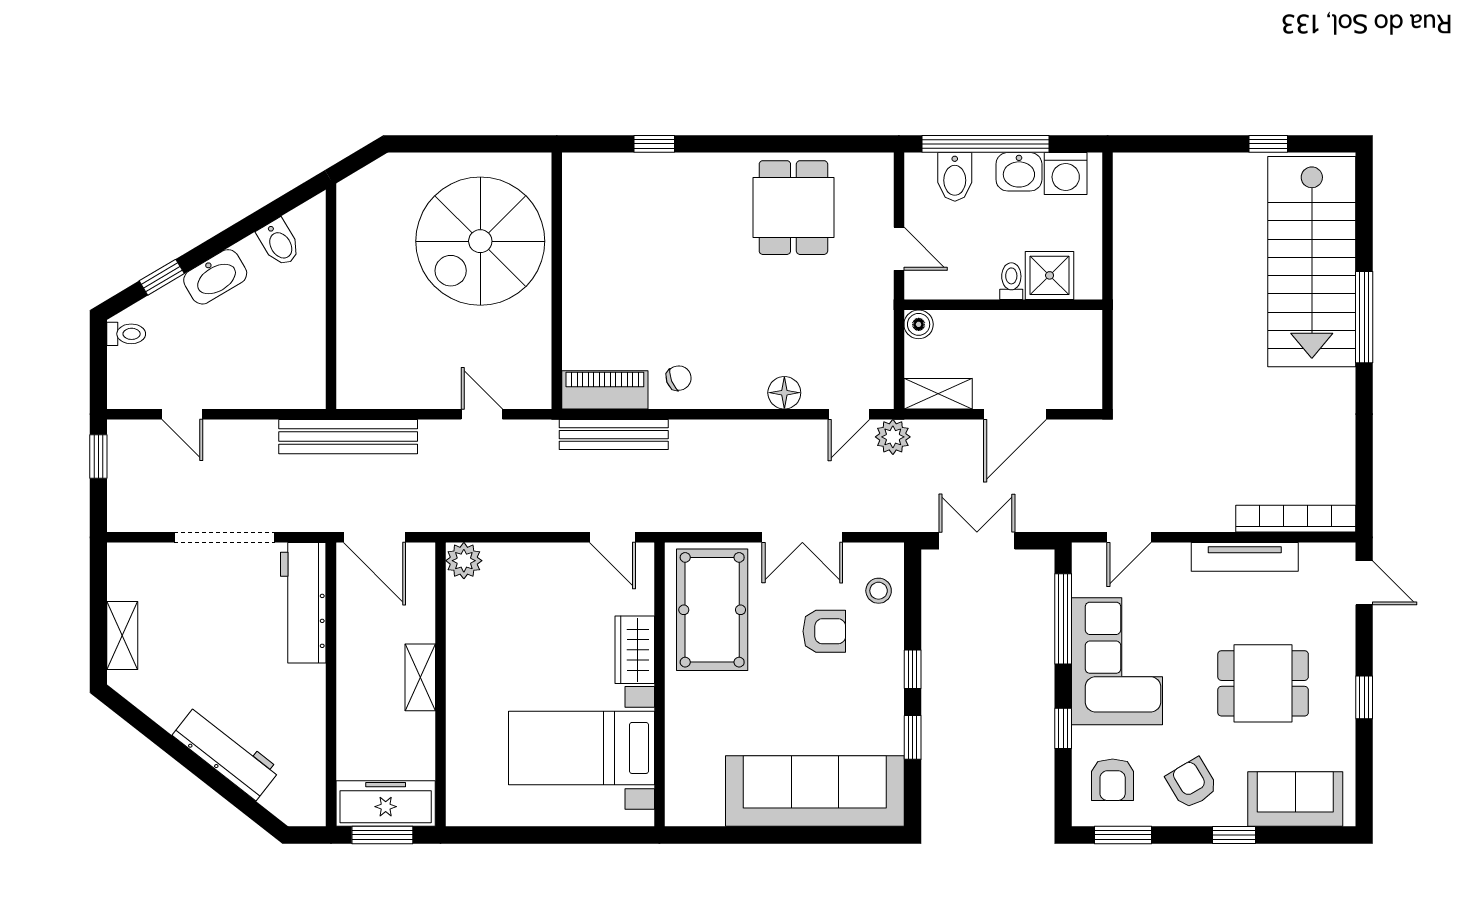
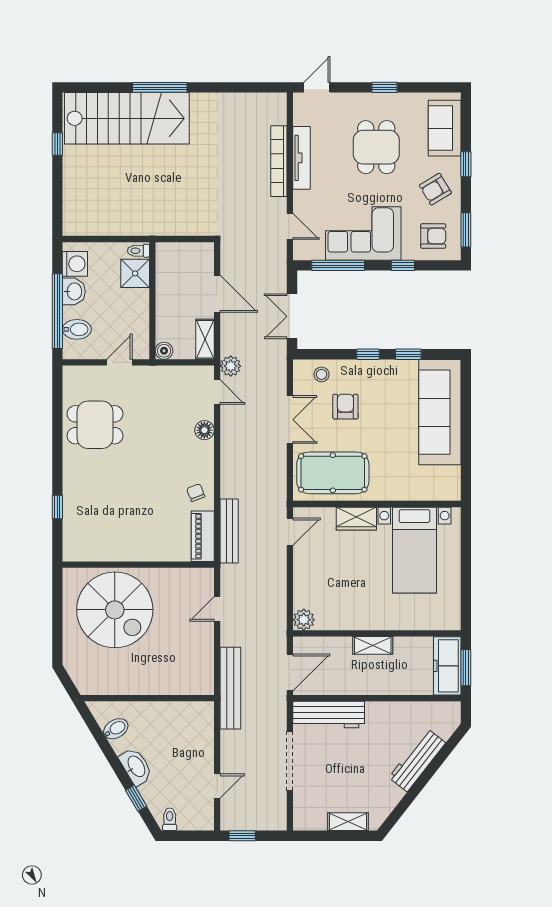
toilet: (1011, 281) -> (138, 251), moved
bookcase: (1296, 519) -> (279, 161), moved

